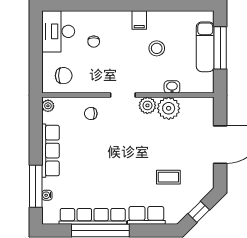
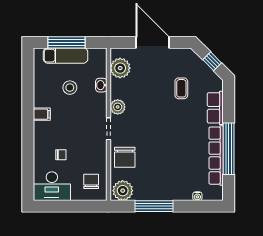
stool: (157, 48) -> (70, 88), moved
plant: (48, 106) -> (123, 191), width x1.88, depth x1.88
plant: (169, 108) -> (120, 68), moved
chair: (91, 113) -> (125, 157), width x1.87, depth x1.87
row of seats: (51, 151) -> (158, 193), removed
window: (36, 186) -> (154, 206), moved

